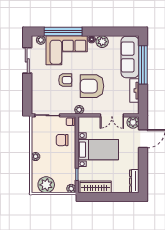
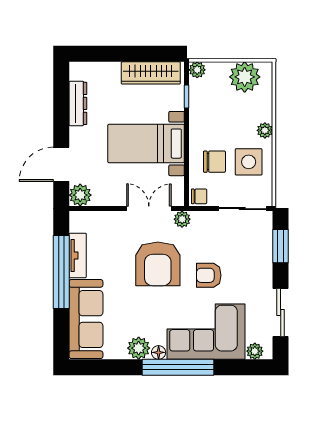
window: (63, 31) -> (178, 367), moved
window: (143, 65) -> (61, 272), moved
armchair: (92, 86) -> (158, 264), turned 90
window: (27, 95) -> (281, 246), added
double door: (112, 115) -> (149, 209), moved
side table: (44, 140) -> (249, 162), added
dresser: (134, 181) -> (78, 103), moved

